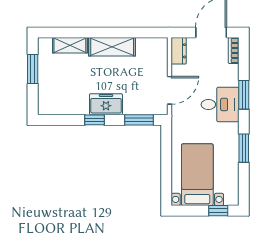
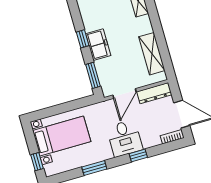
shelving: (112, 47) -> (152, 54), moved
dresser: (179, 51) -> (154, 93), width x1.44
door: (169, 90) -> (125, 93), hinge flipped
window: (244, 95) -> (138, 155), width x0.67

